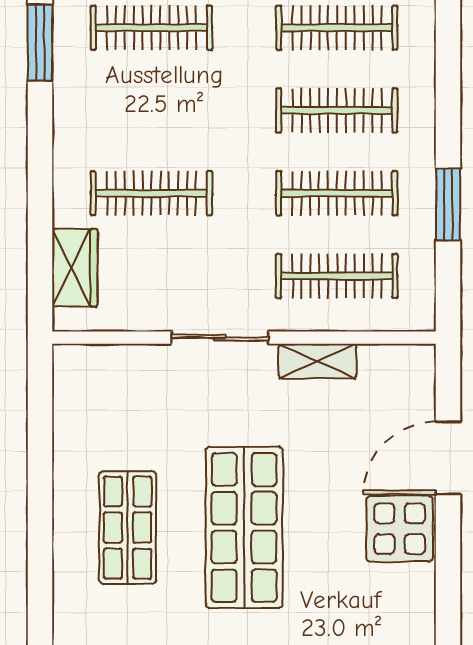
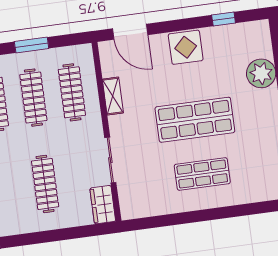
wardrobe: (75, 268) -> (103, 205), moved, turned -90
sliding door: (220, 338) -> (110, 160), moved
door: (448, 458) -> (130, 32), moved
window: (448, 617) -> (224, 19), added

